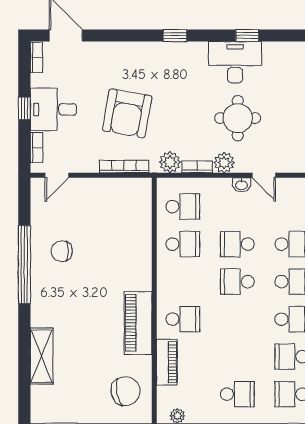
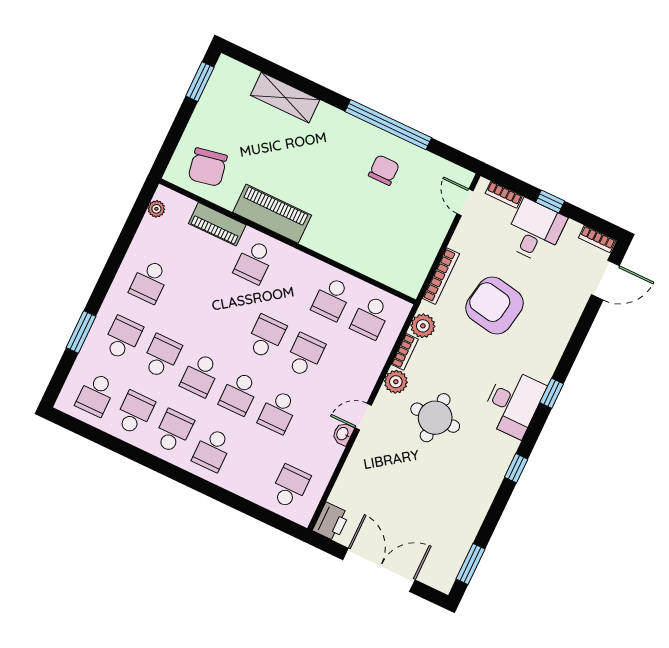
desk: (235, 62) -> (513, 403), moved
washbasin: (241, 185) -> (343, 434), moved

